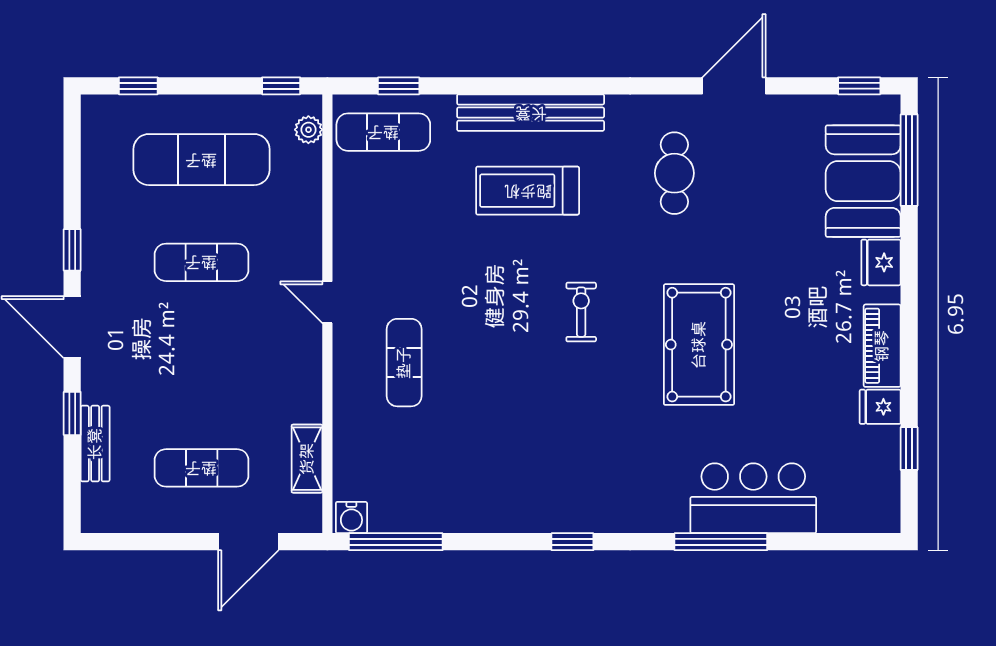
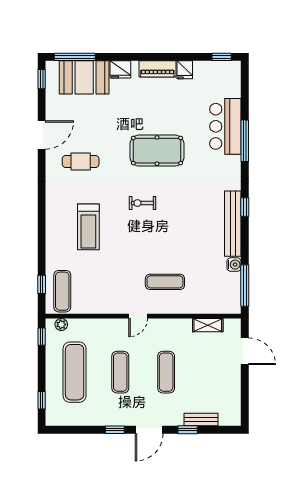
door: (734, 86) -> (42, 135), swing flipped
bench: (531, 113) -> (233, 224), moved
window: (909, 449) -> (222, 57), moved
exercise mat: (201, 468) -> (166, 372), moved
water cooler: (351, 518) -> (234, 265), moved

